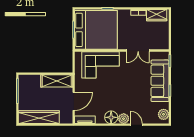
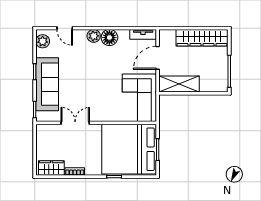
corner sofa: (100, 65) -> (139, 98), moved, turned -90
door: (136, 125) -> (65, 28), moved

